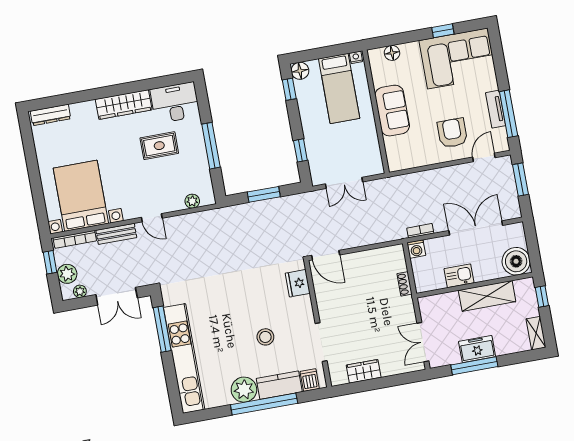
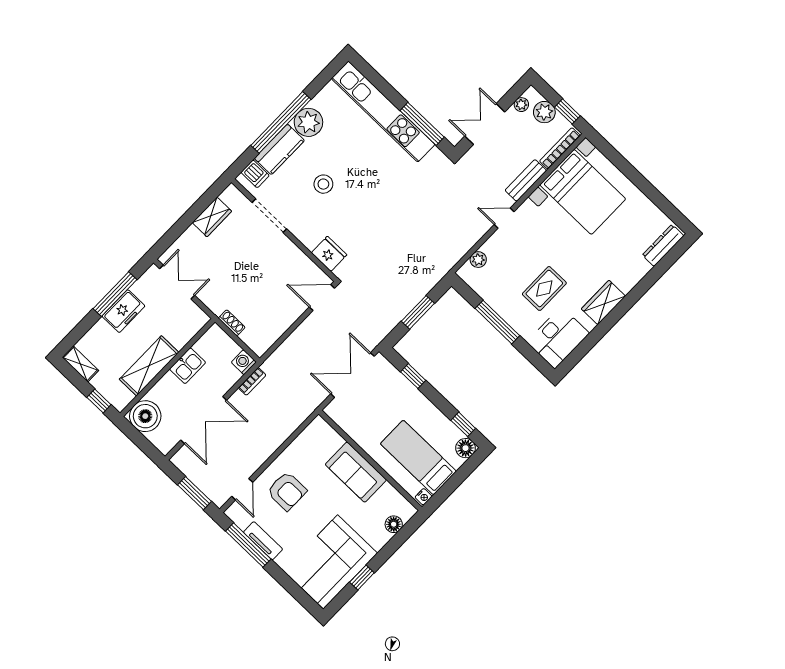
wardrobe: (124, 105) -> (603, 302), width x0.67
double door: (344, 183) -> (352, 375), width x1.37

